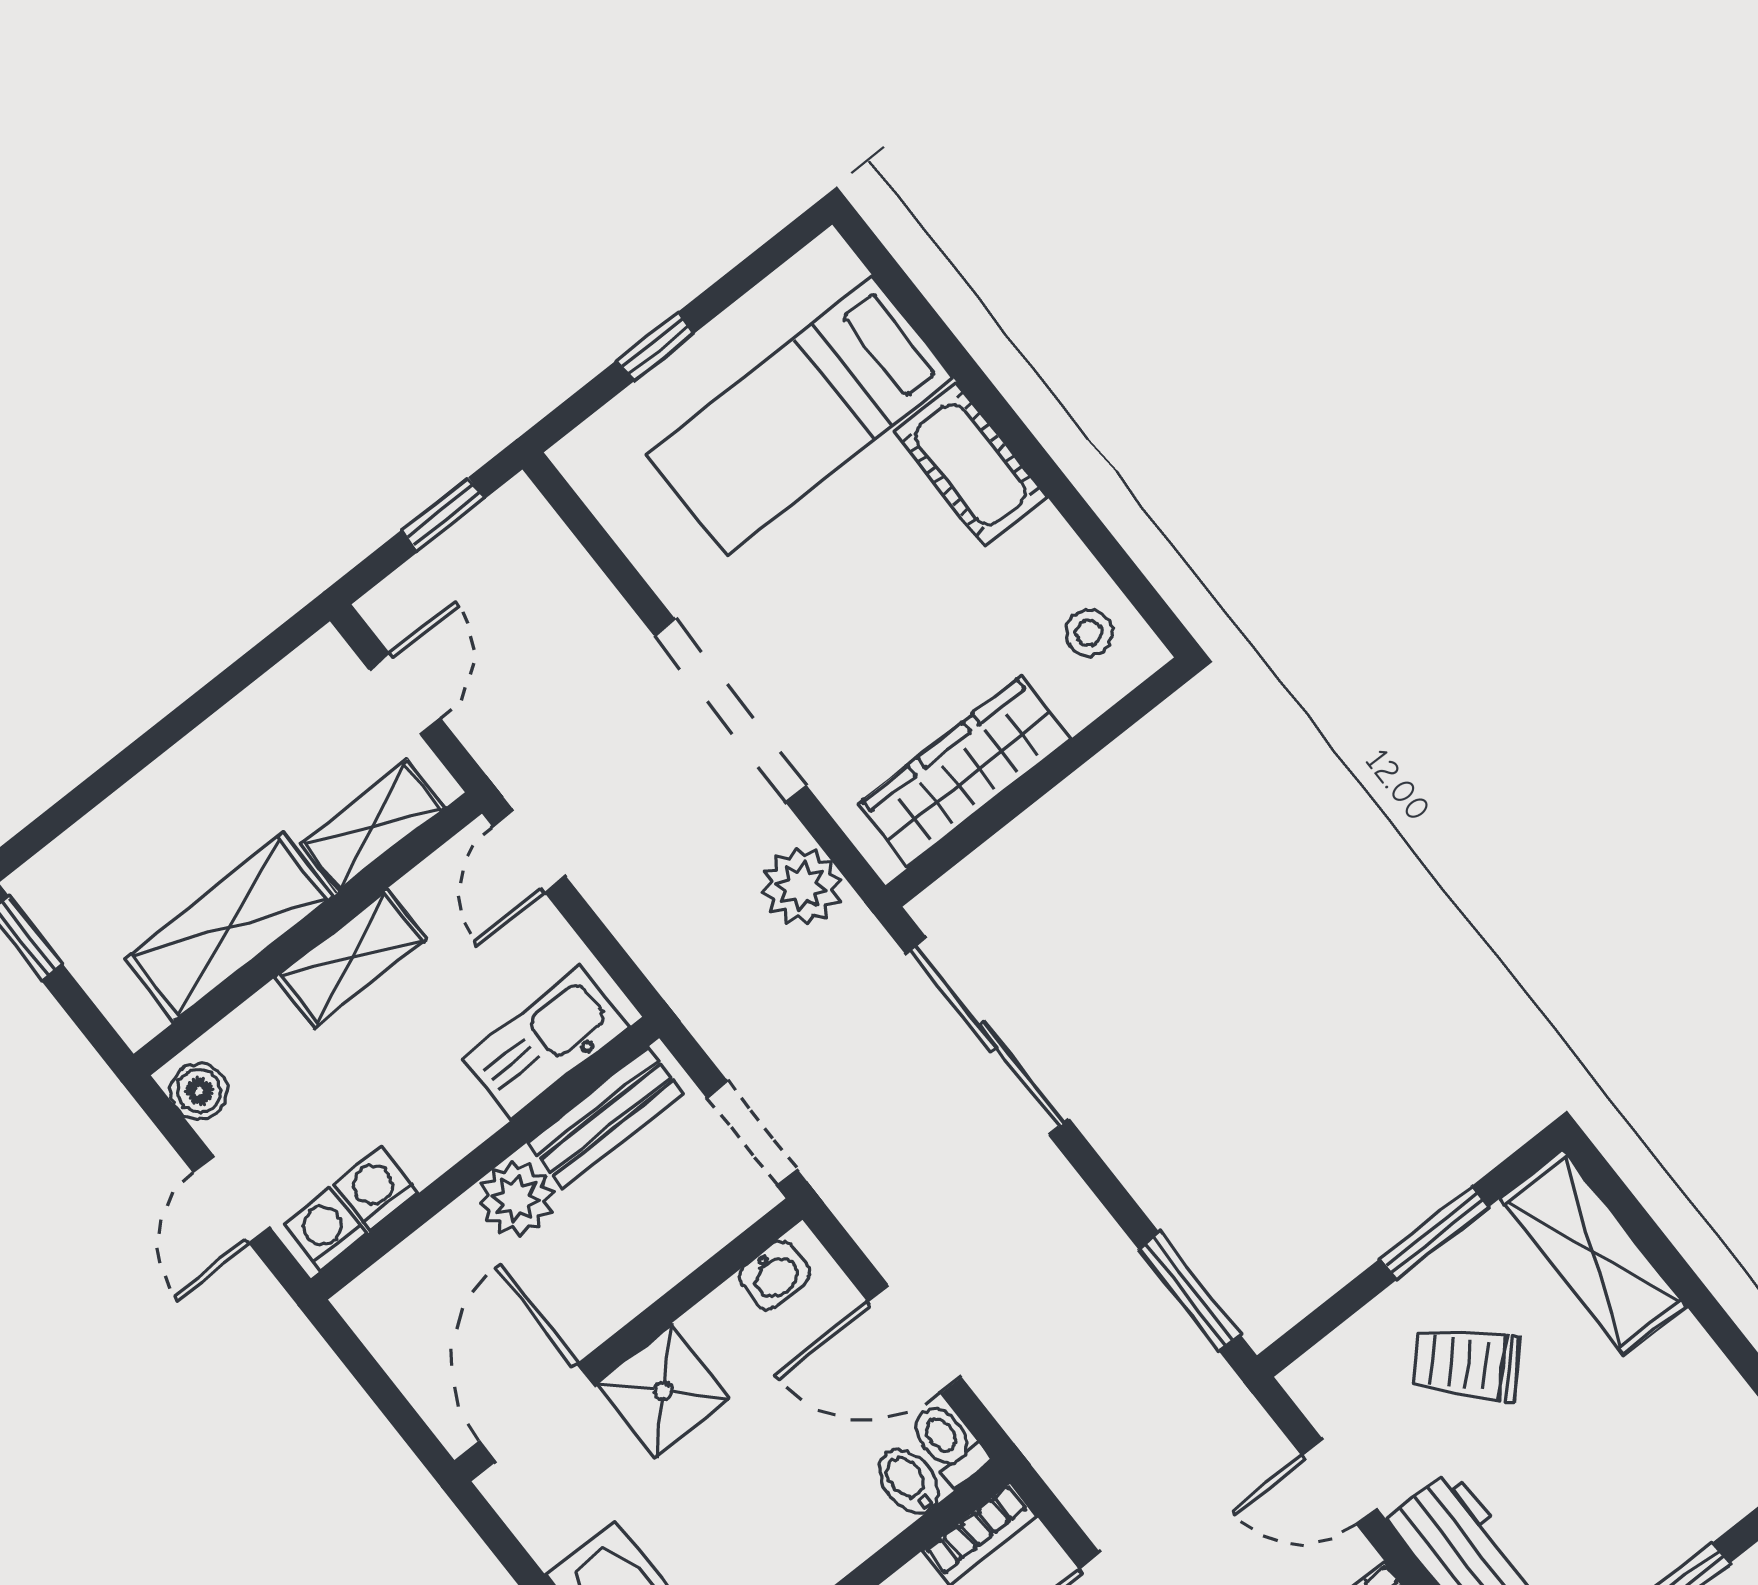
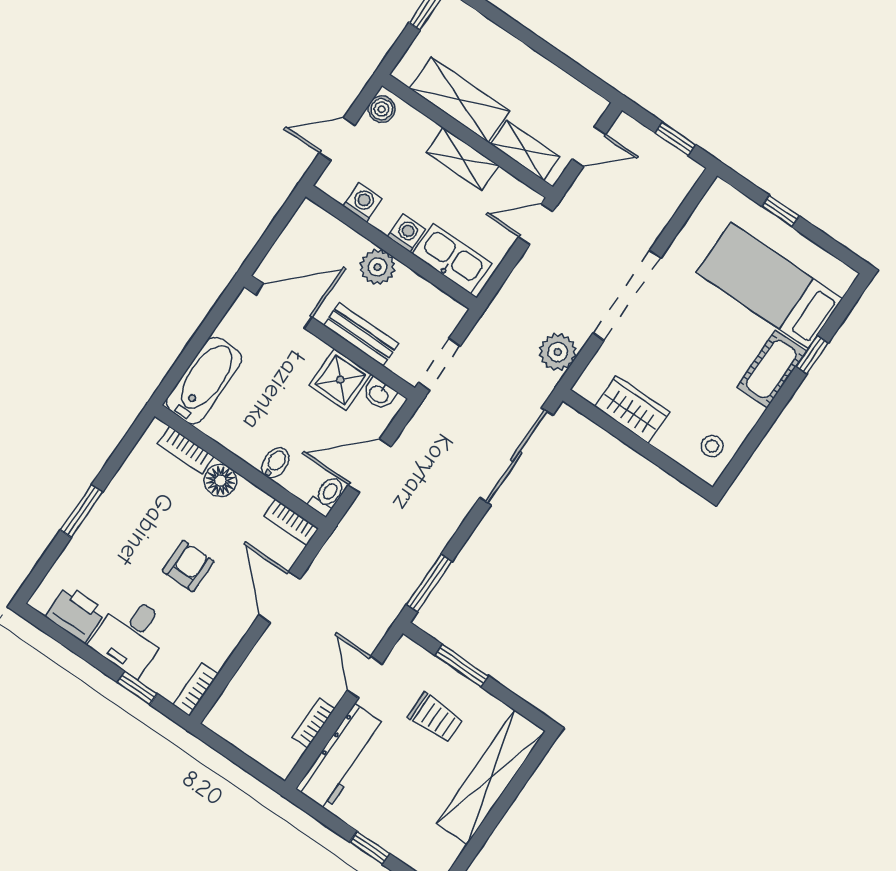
window: (967, 373) -> (812, 355), added
wardrobe: (965, 772) -> (632, 409), width x0.67
bench: (605, 1118) -> (361, 334), moved
washing machine: (326, 1229) -> (406, 233), moved
window: (1435, 1232) -> (462, 666), moved
shelving: (1593, 1252) -> (491, 777), width x1.47
door: (914, 1339) -> (370, 466), hinge flipped
trolley: (1466, 1364) -> (435, 718), turned 135
shower: (663, 1391) -> (340, 380), moved
bidet: (909, 1481) -> (275, 463), moved

